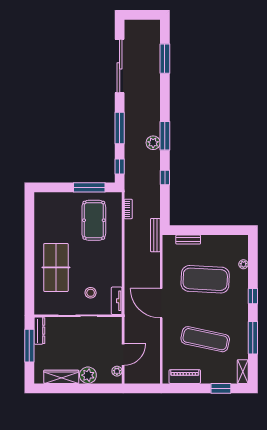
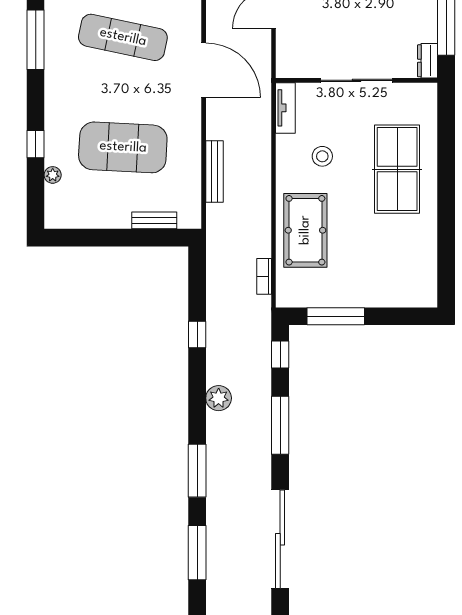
window: (165, 136) -> (197, 471), moved
pool table: (94, 220) -> (305, 230), moved
bench: (155, 235) -> (215, 171), moved
stool: (91, 293) -> (322, 156), moved
window: (253, 296) -> (36, 144), moved
door: (161, 303) -> (204, 70), moved
dresser: (39, 331) -> (428, 61), width x0.70

